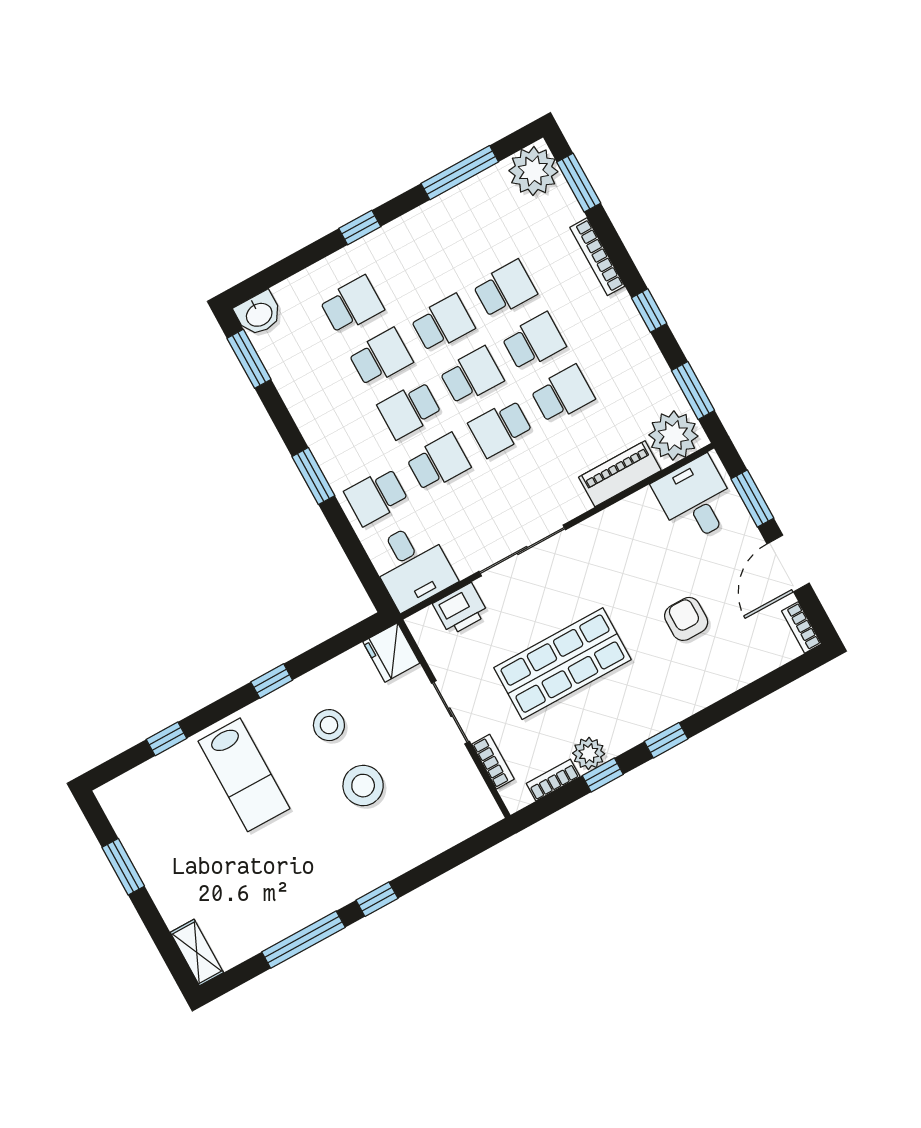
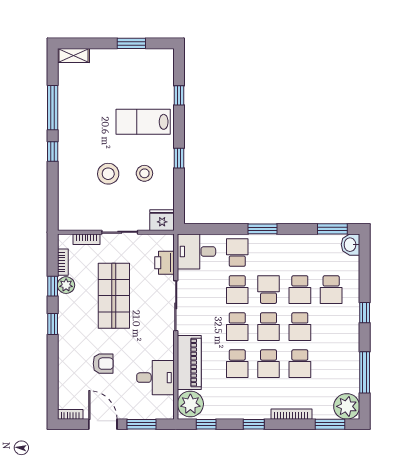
window: (693, 391) -> (206, 424), width x0.67
school desk: (500, 428) -> (237, 327), turned 180
piano: (620, 474) -> (189, 363), width x1.37, depth x1.33
desk: (696, 499) -> (155, 378), moved

